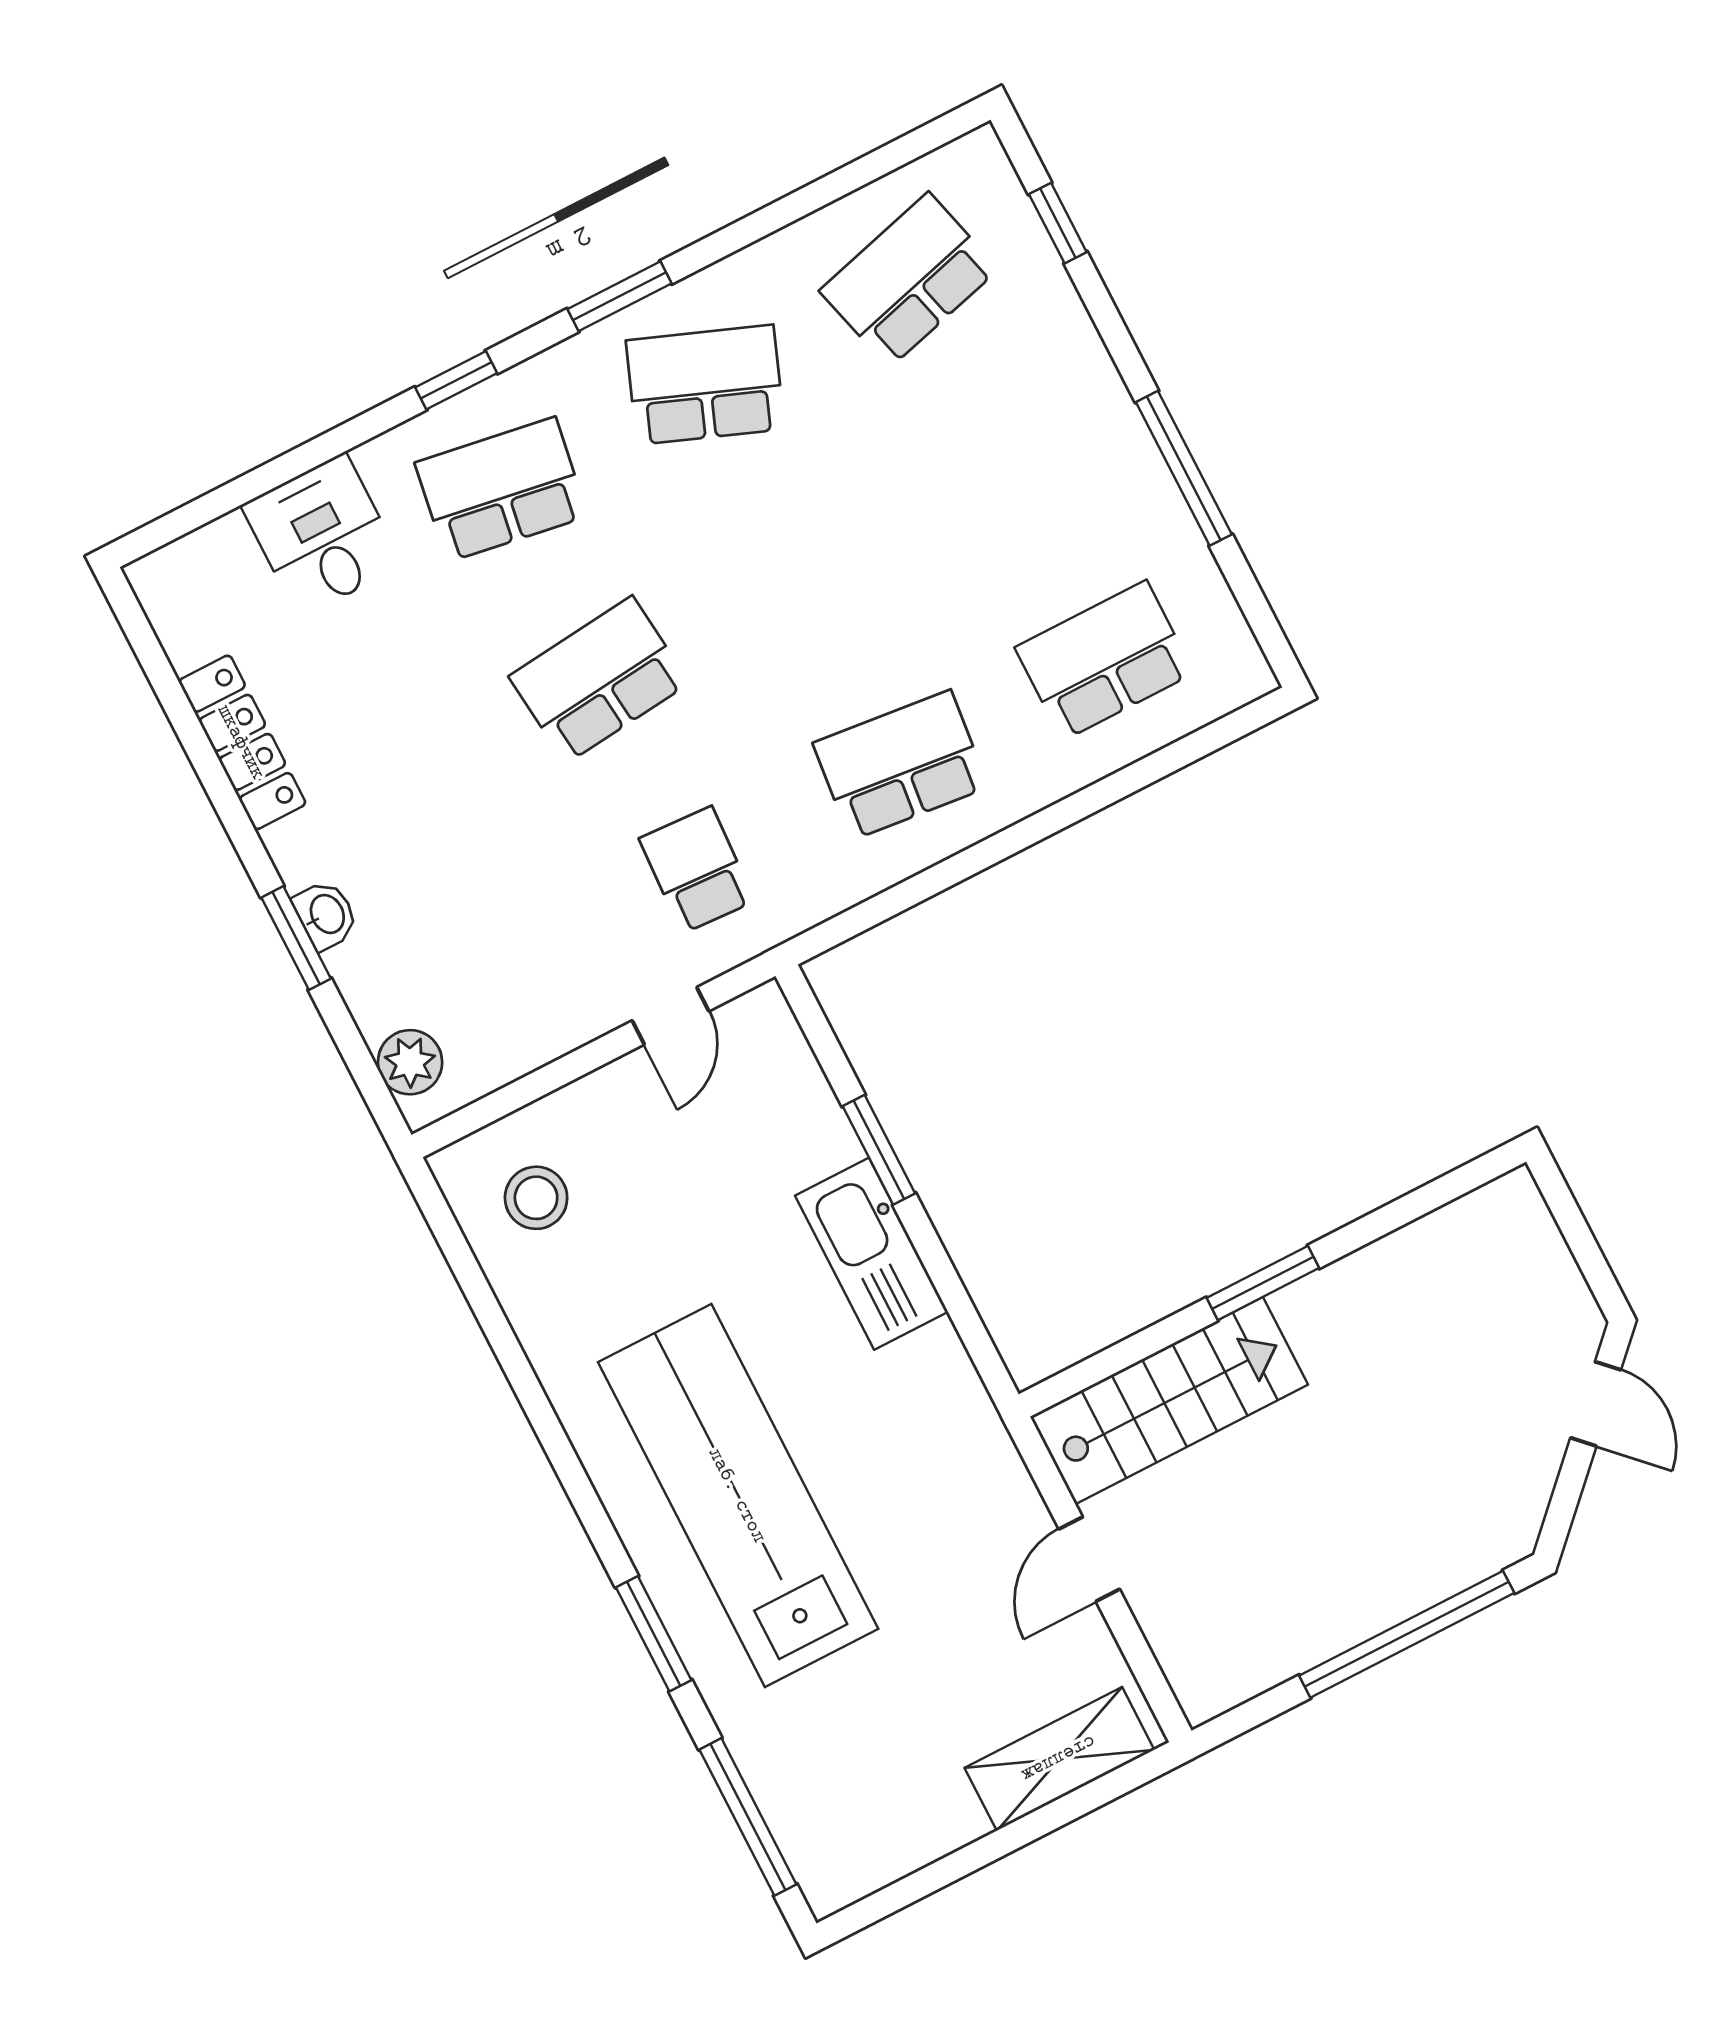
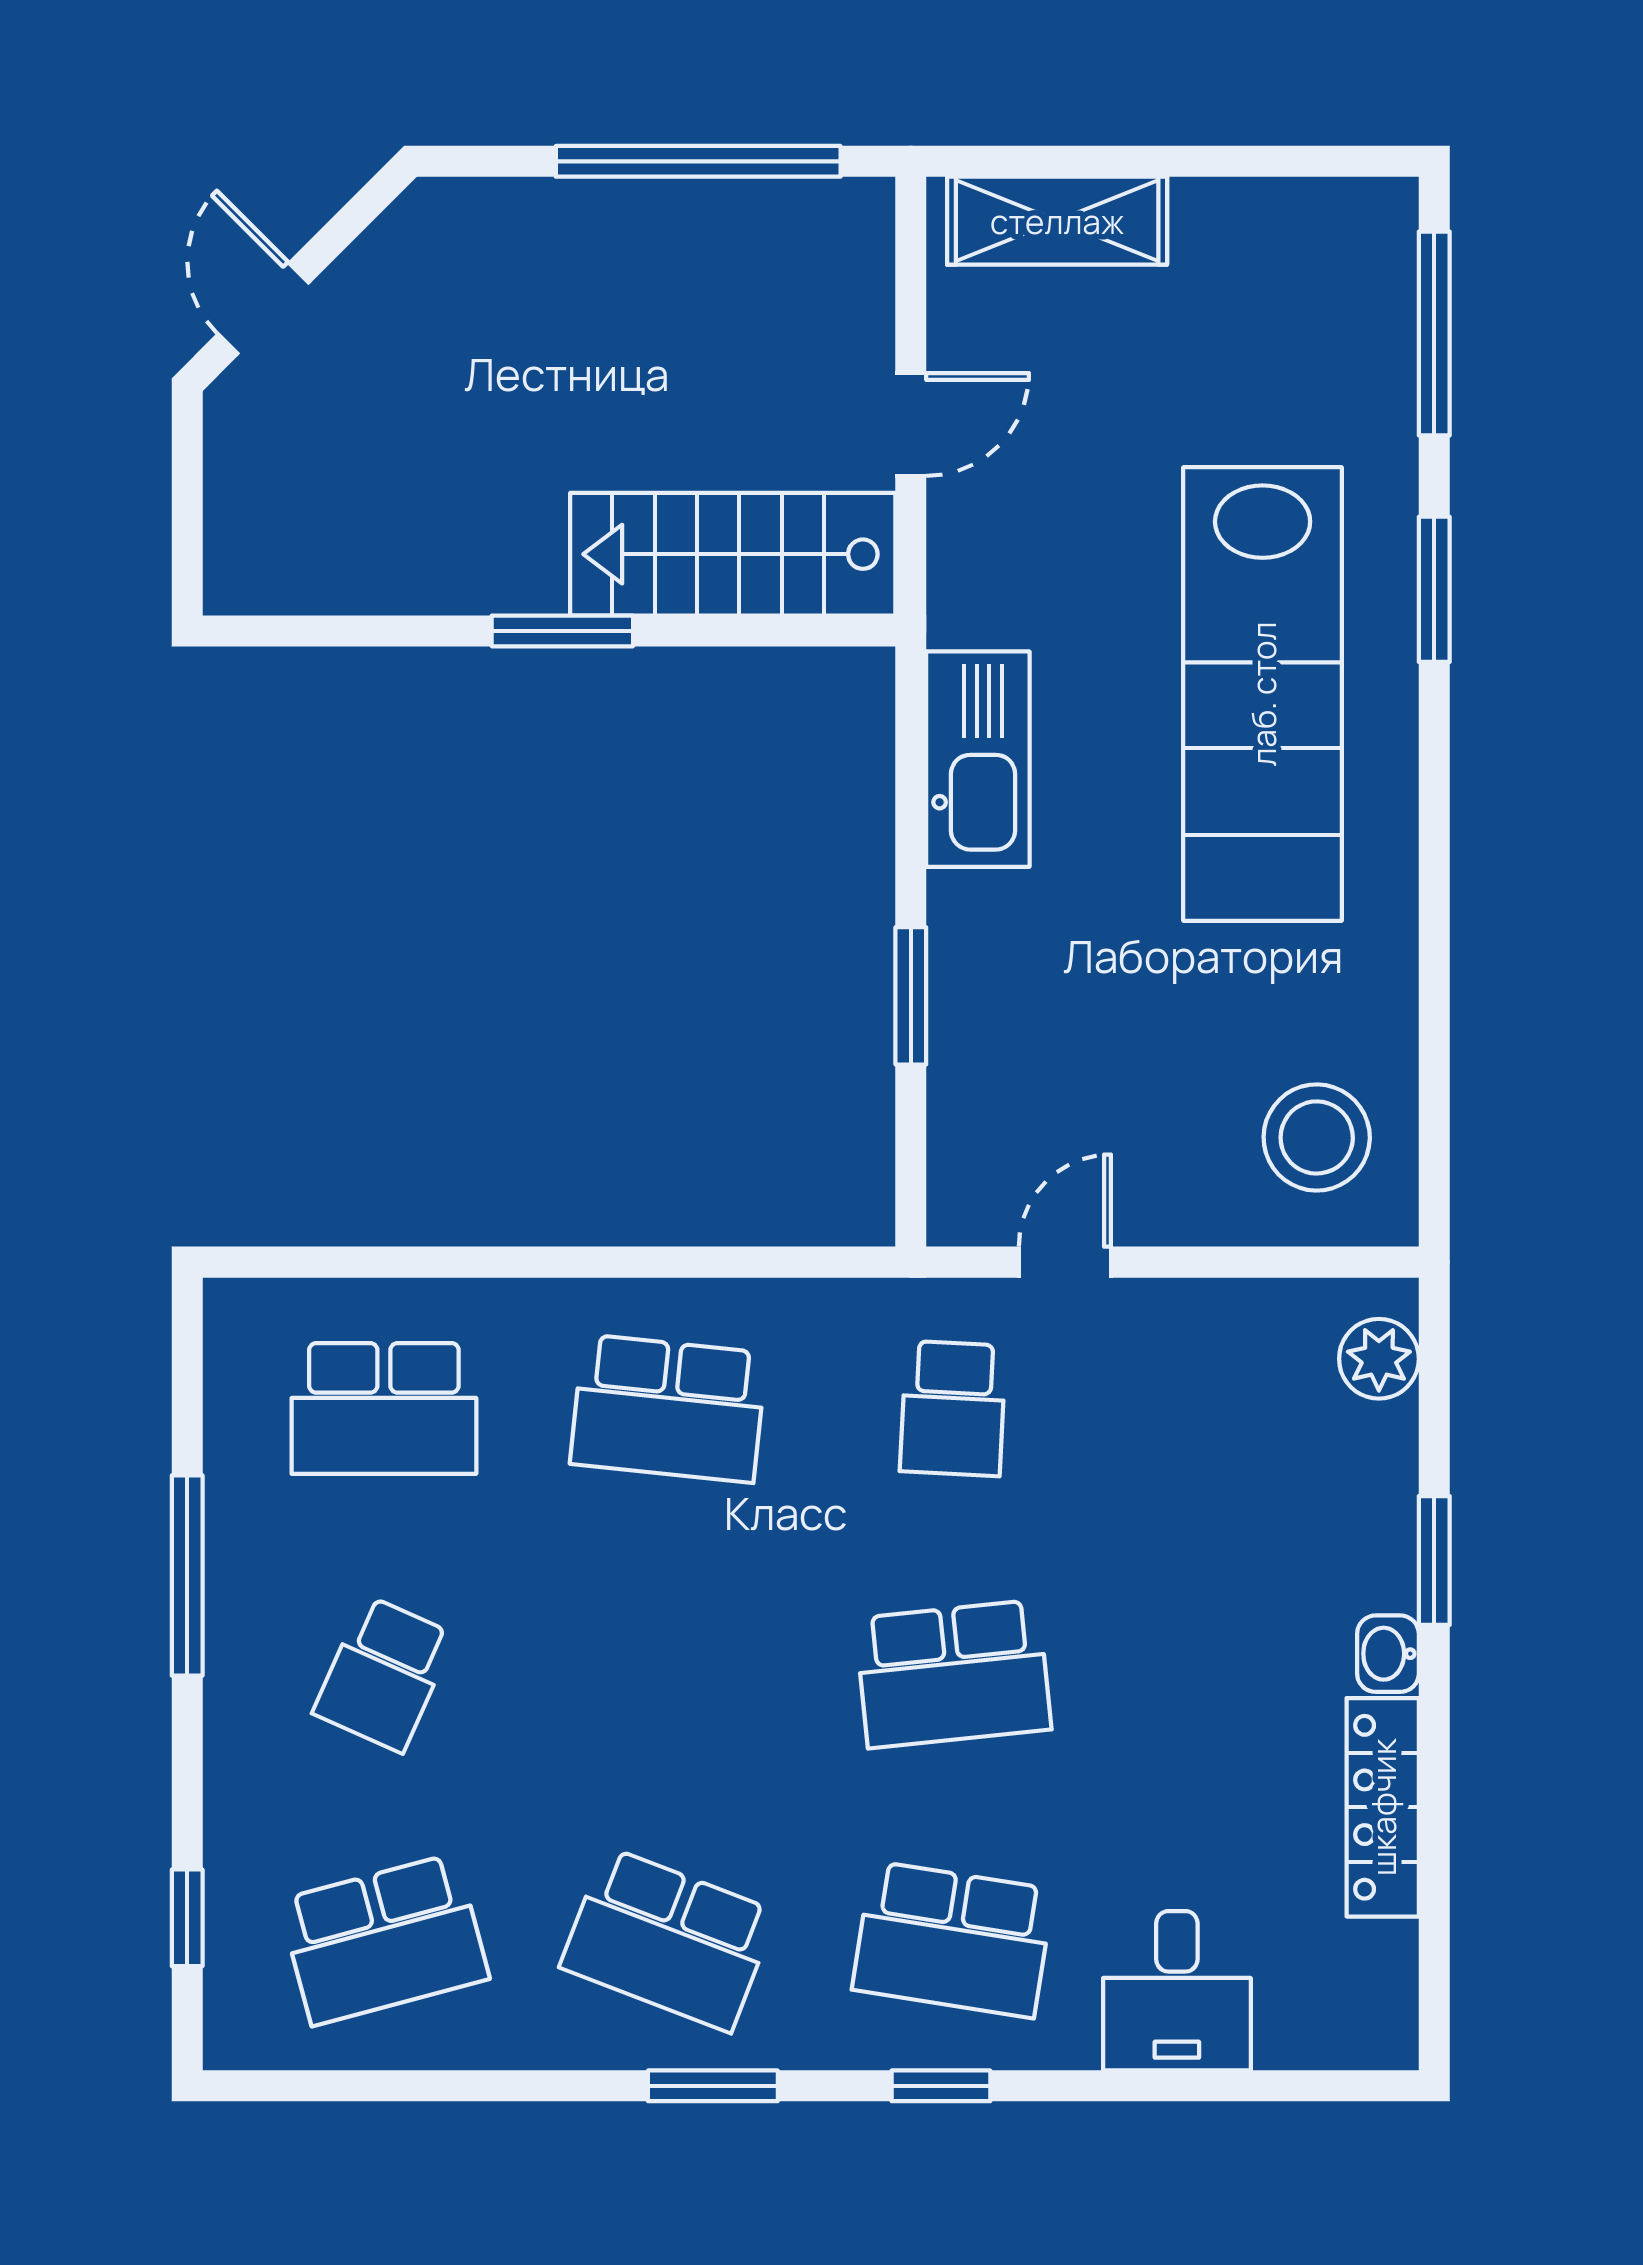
school desk: (1007, 470) -> (384, 1674), added
washbasin: (326, 915) -> (1388, 1654), moved
stool: (536, 1198) -> (1317, 1137), width x1.38, depth x1.38
kitchen sink: (872, 1254) -> (978, 759), moved
window: (1407, 1634) -> (698, 161), moved

